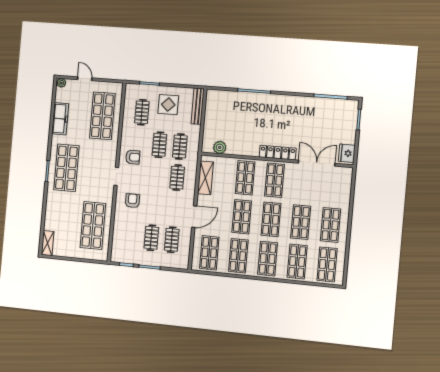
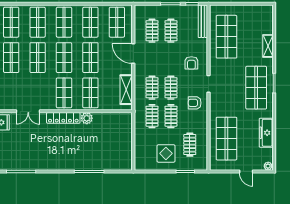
bench: (198, 106) -> (203, 21), moved
plant: (220, 147) -> (87, 118), moved
double door: (317, 163) -> (28, 111), width x0.73
clothes rail: (157, 176) -> (171, 88), added
door: (194, 217) -> (133, 54), hinge flipped
shelving: (48, 243) -> (268, 46), moved

